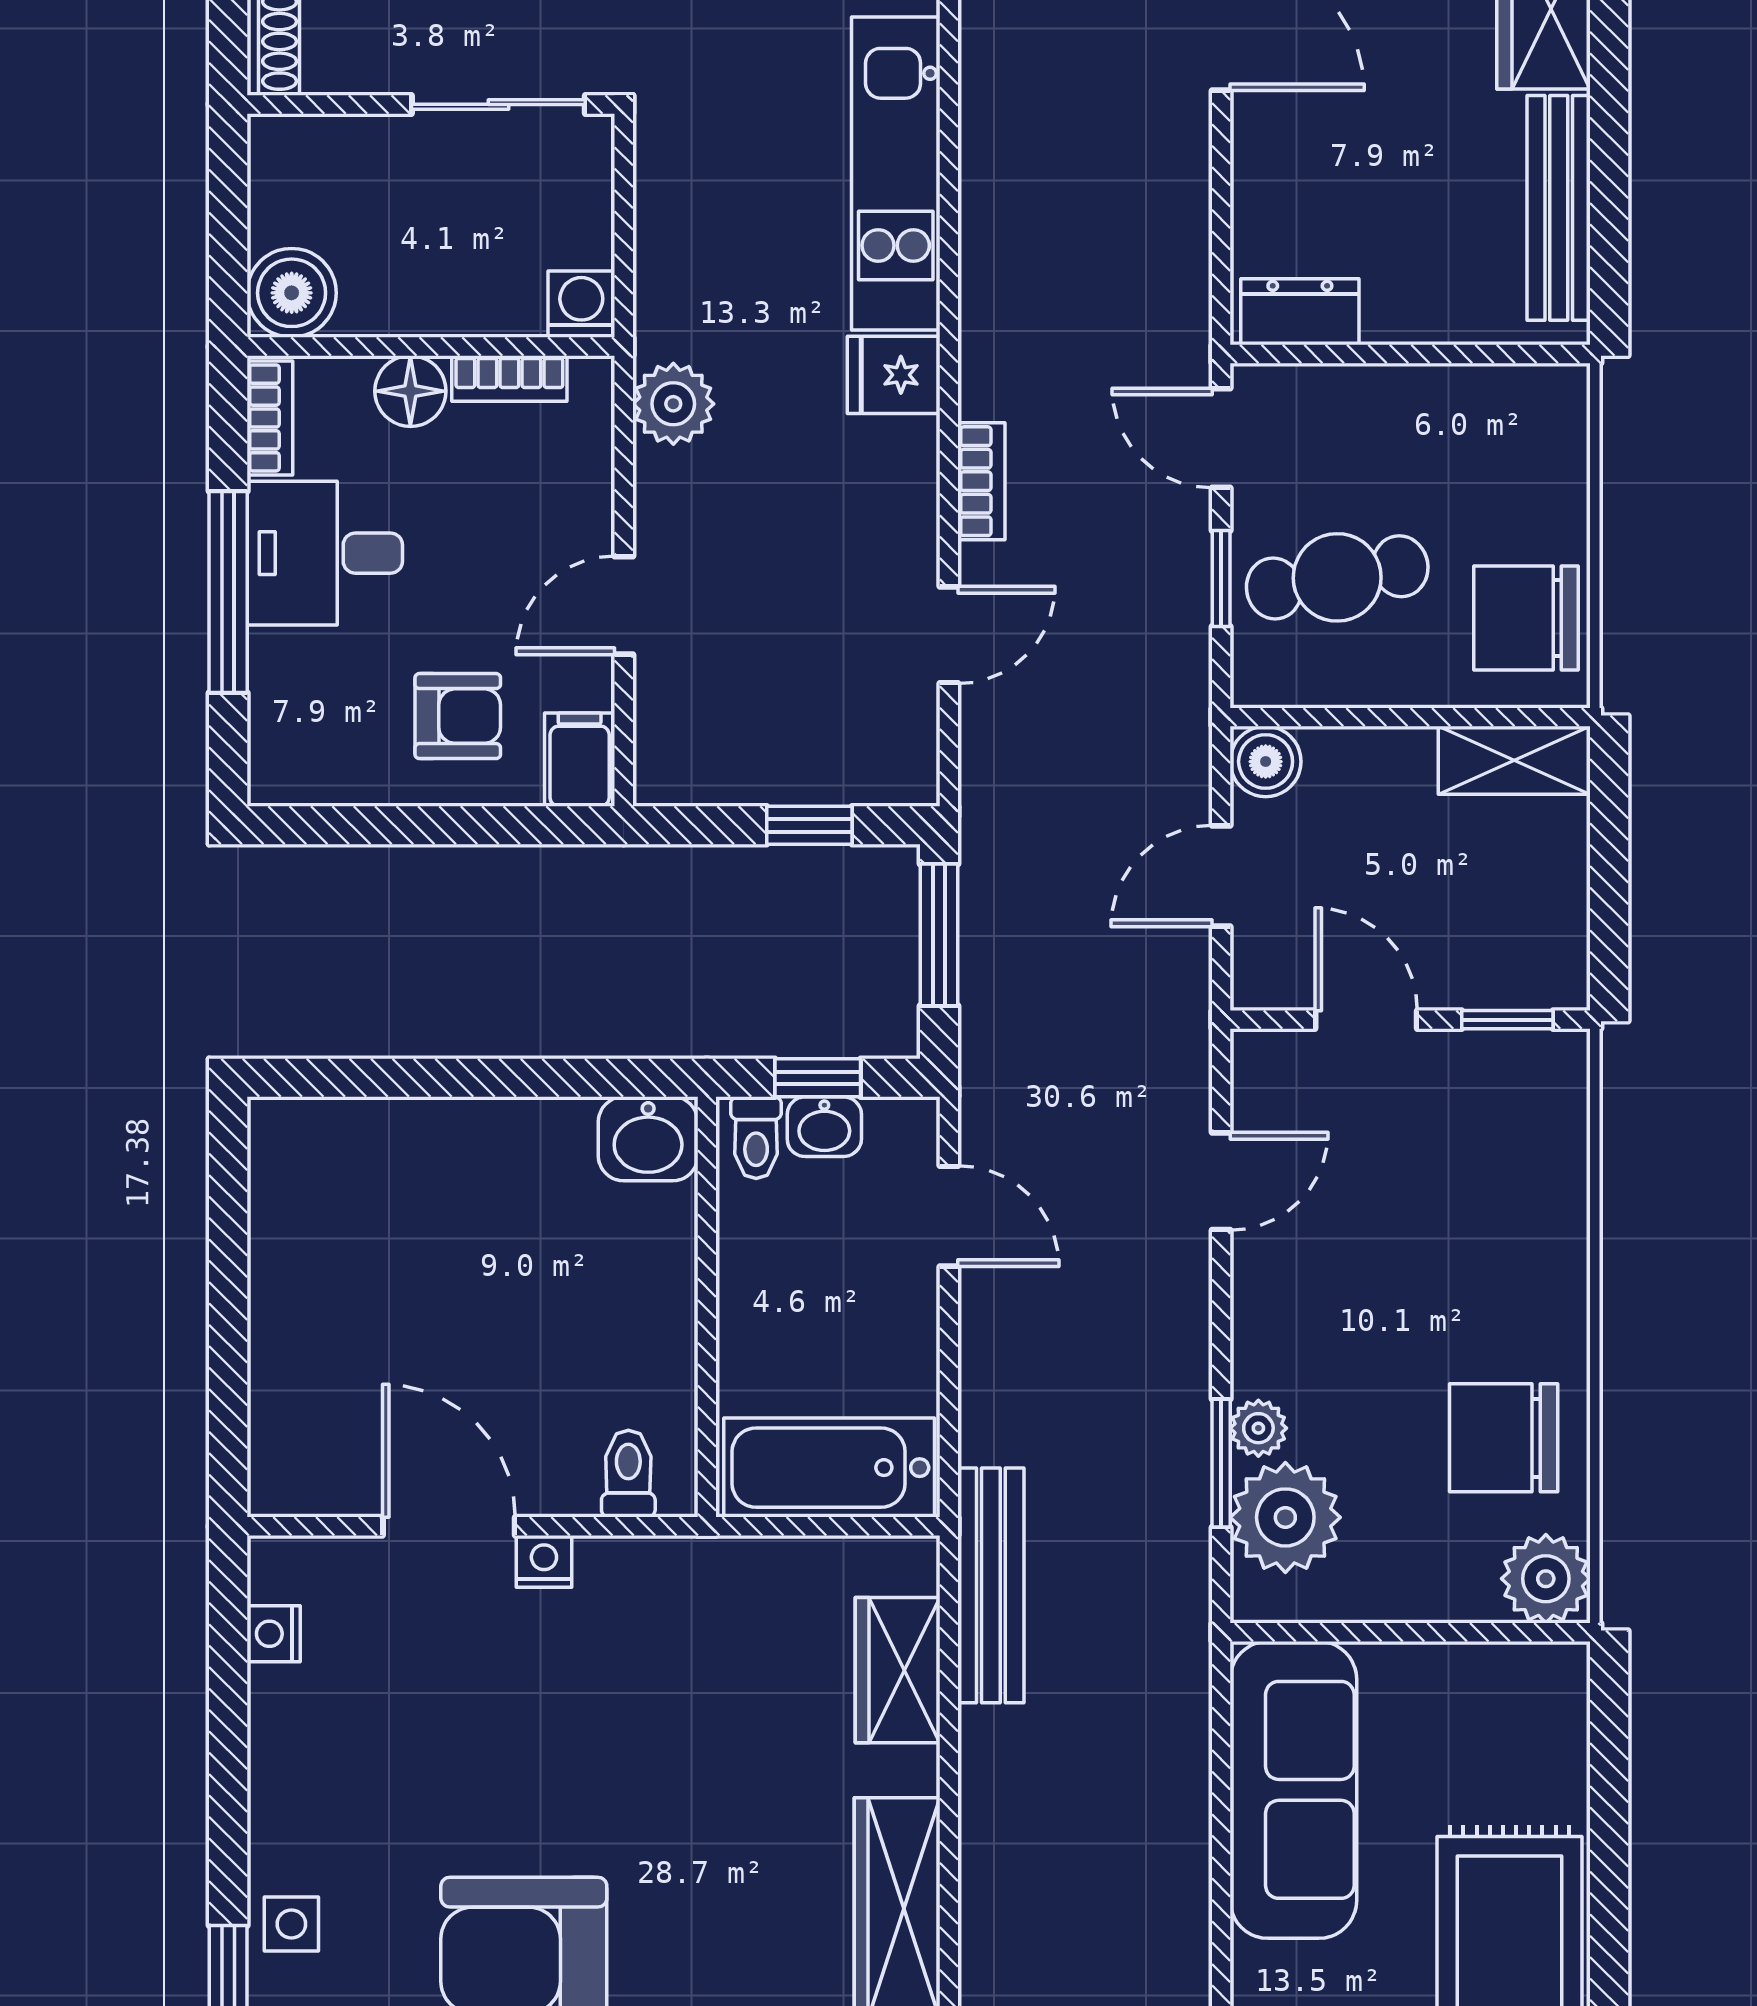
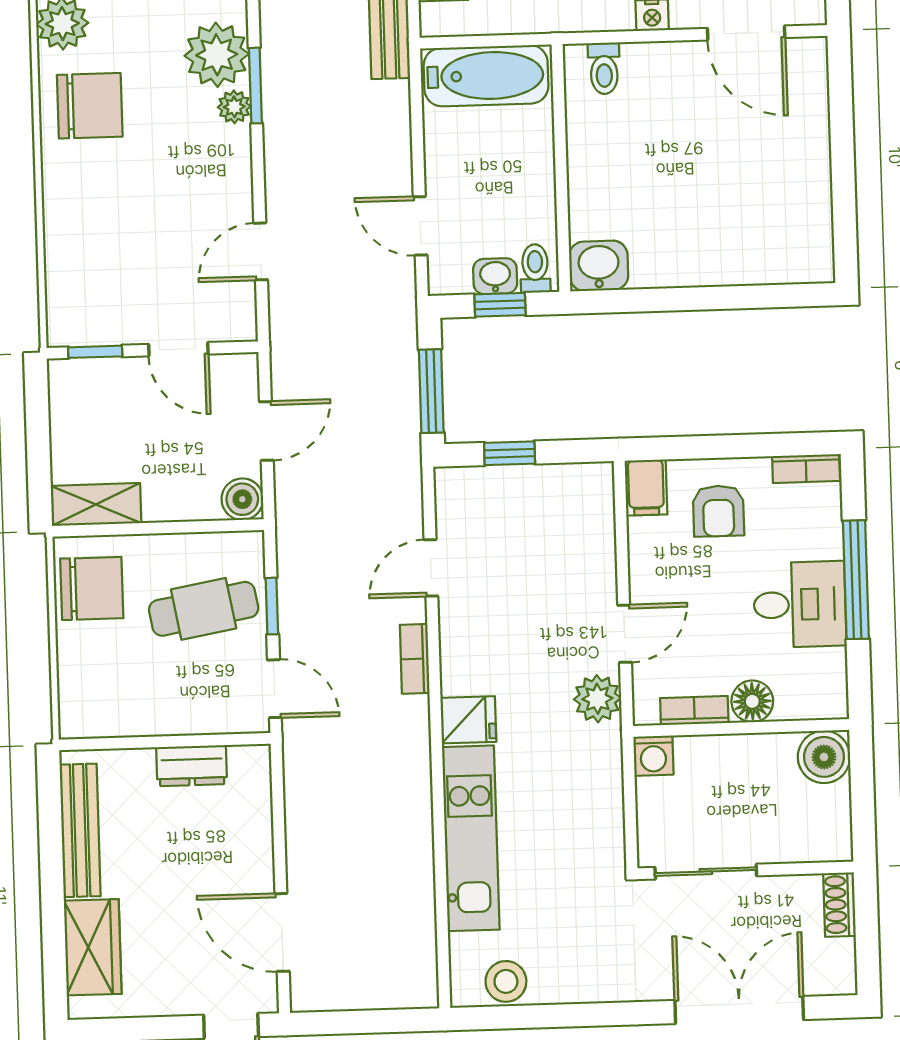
dresser: (1300, 312) -> (192, 766), moved
bookcase: (270, 418) -> (806, 469), moved, turned -90
door: (624, 605) -> (625, 634), moved
armchair: (458, 716) -> (718, 511), turned -90
door: (449, 1526) -> (746, 33), moved

